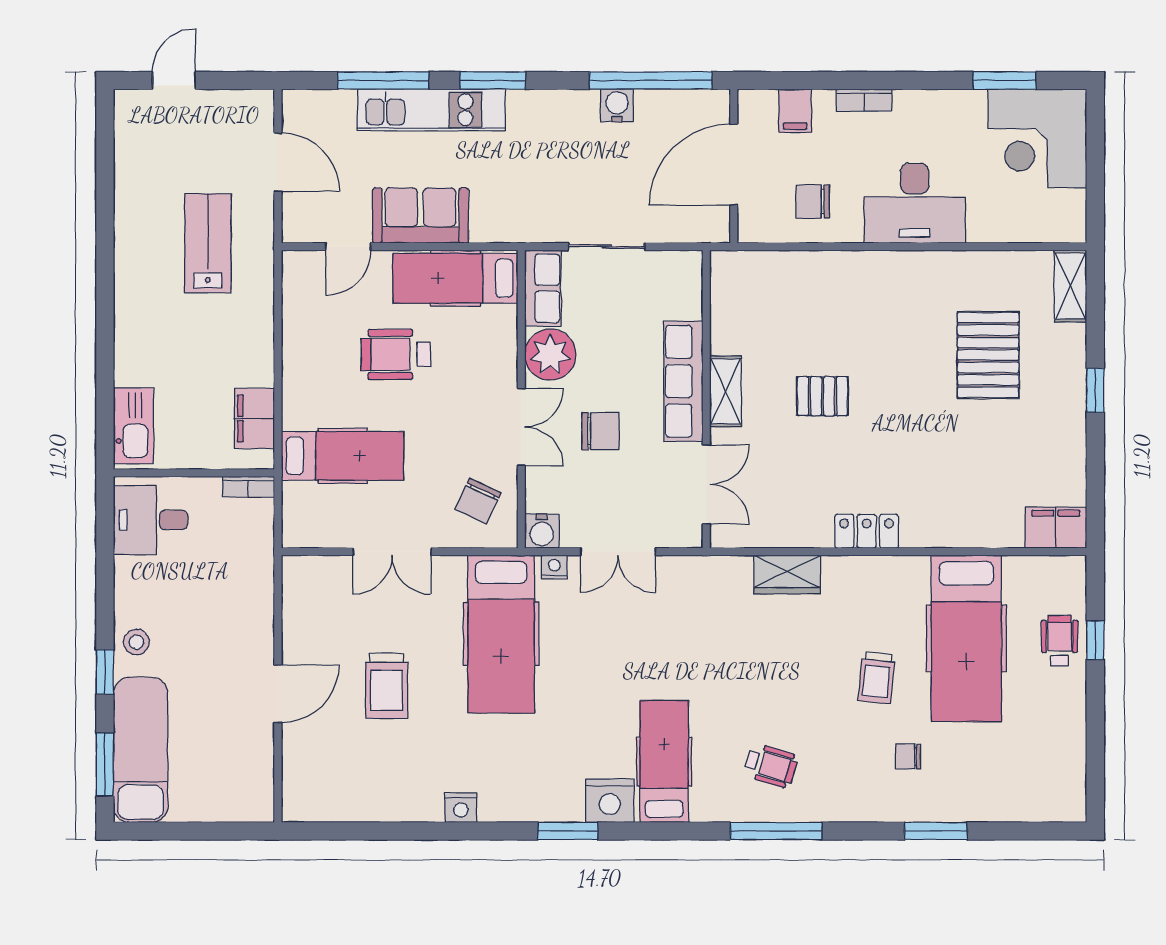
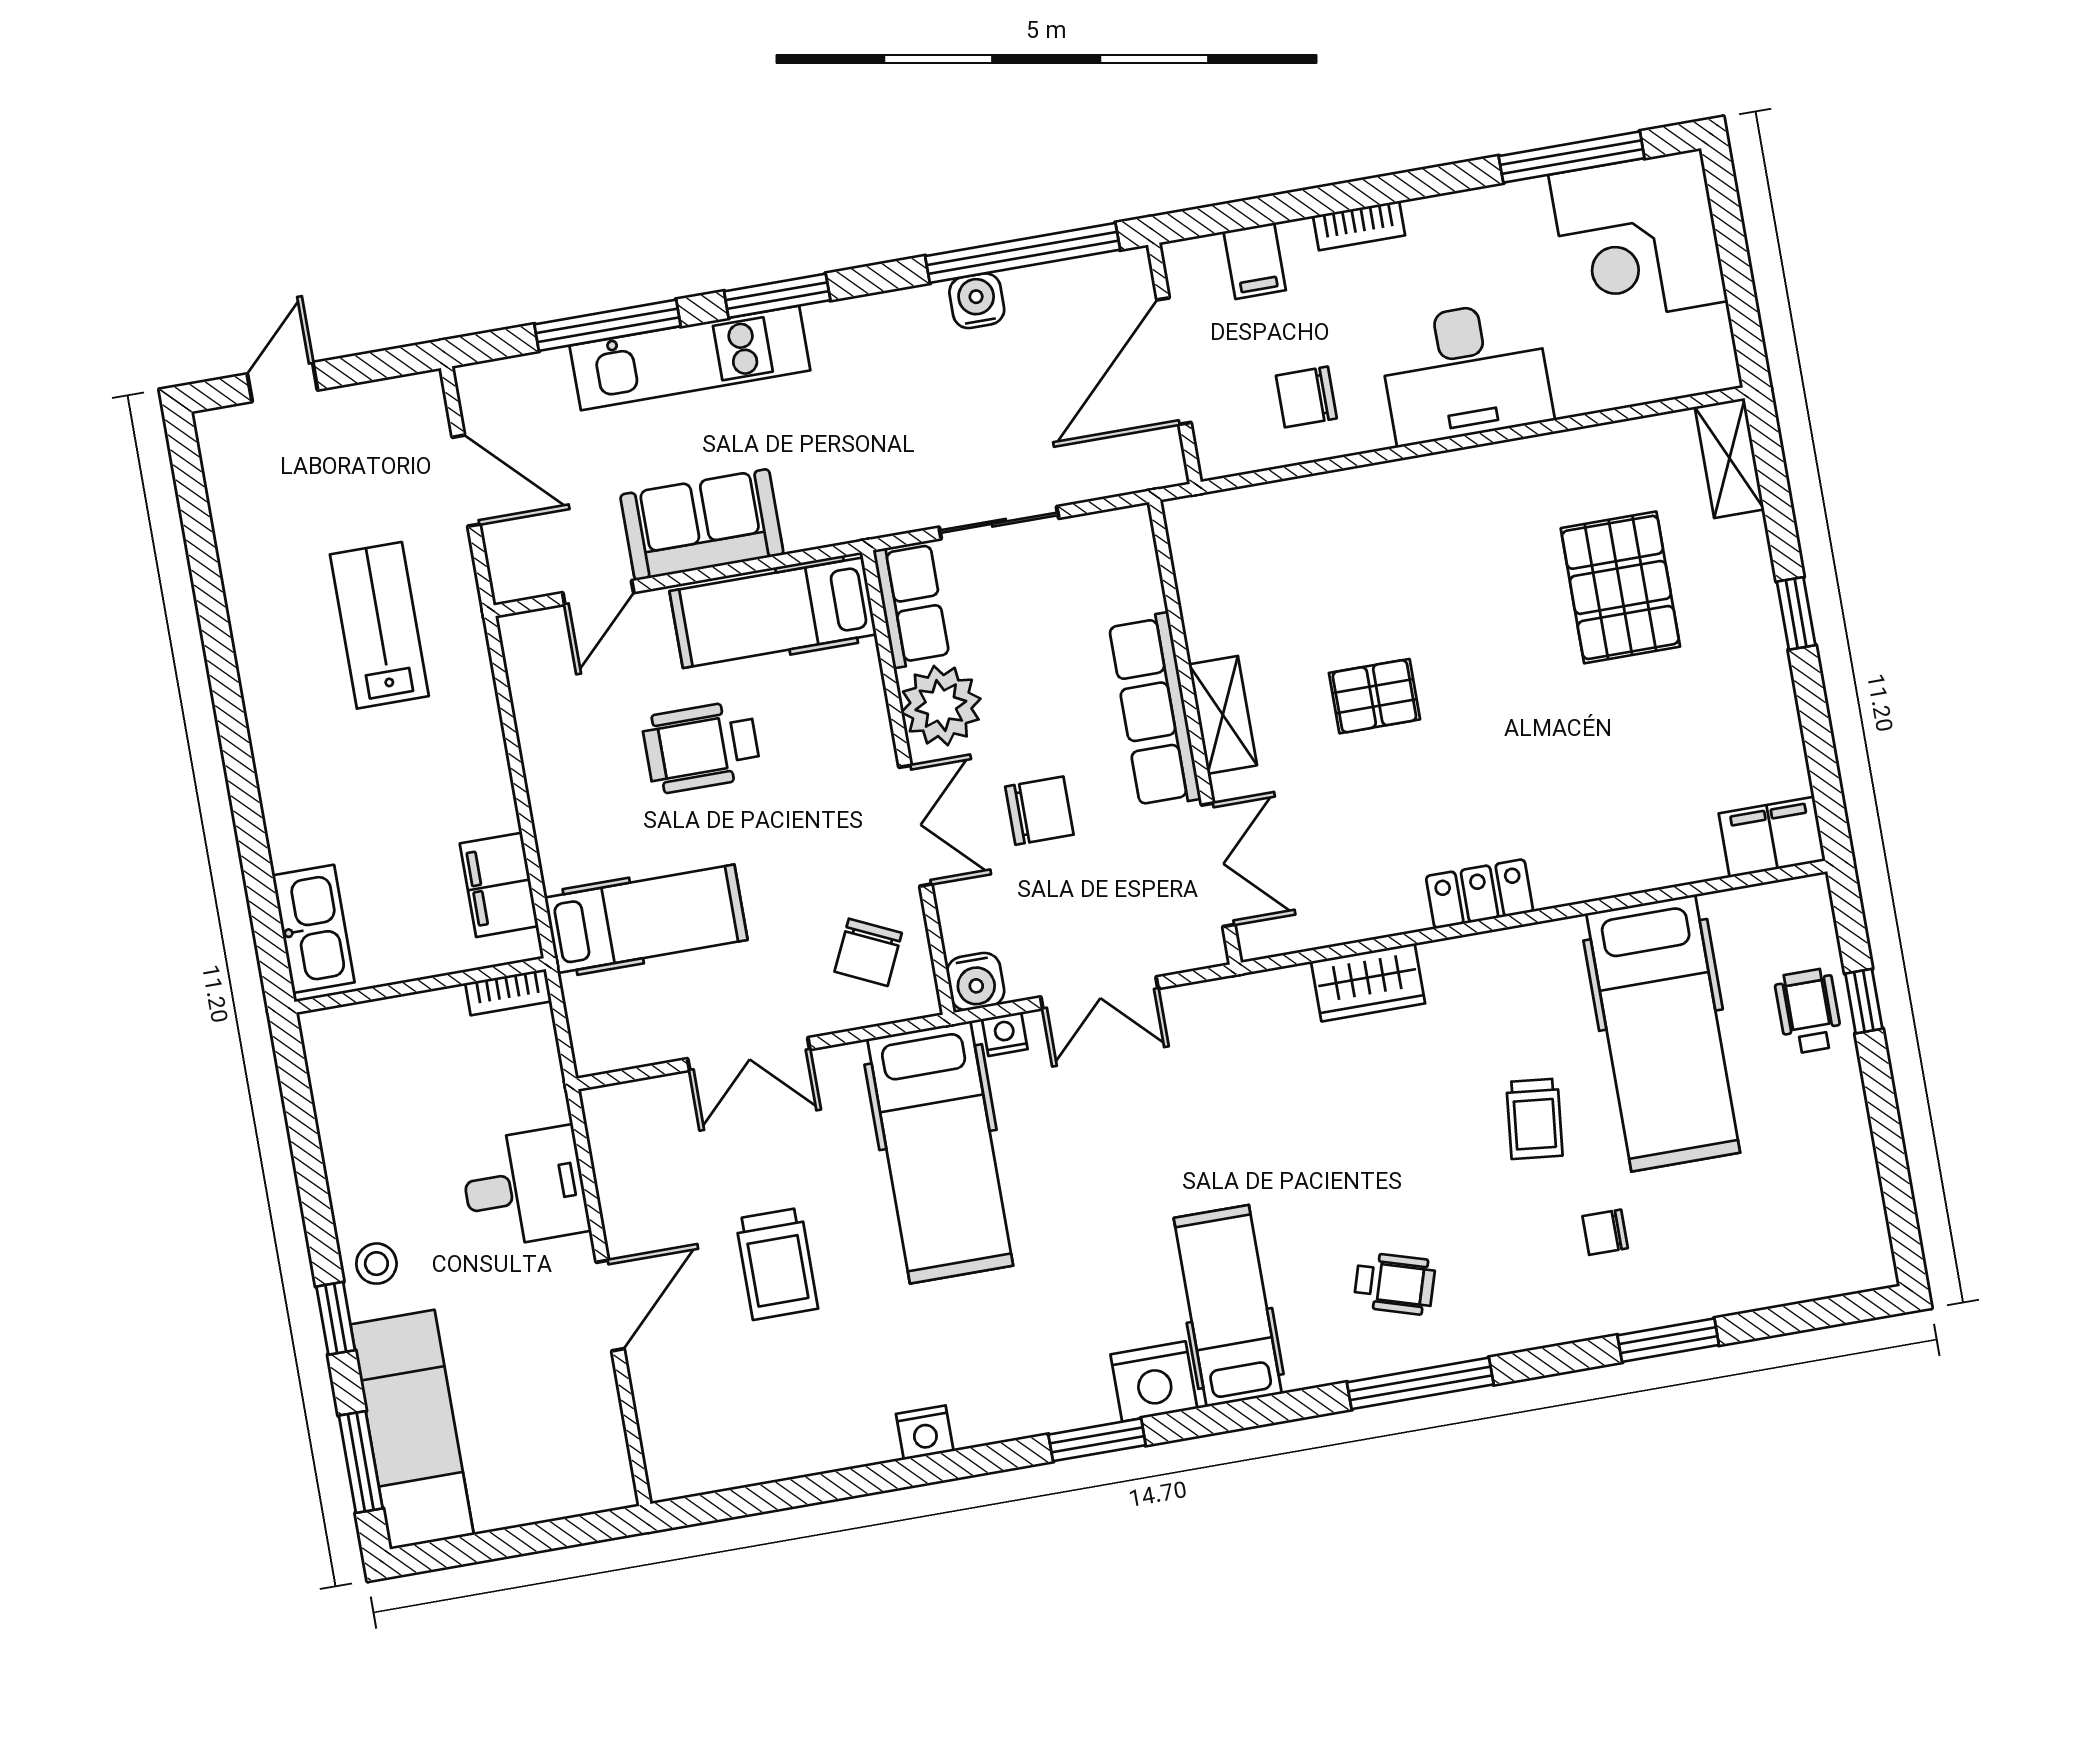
window: (1005, 80) -> (1572, 157), width x1.44
desk: (151, 520) -> (525, 1187), moved, turned 180

